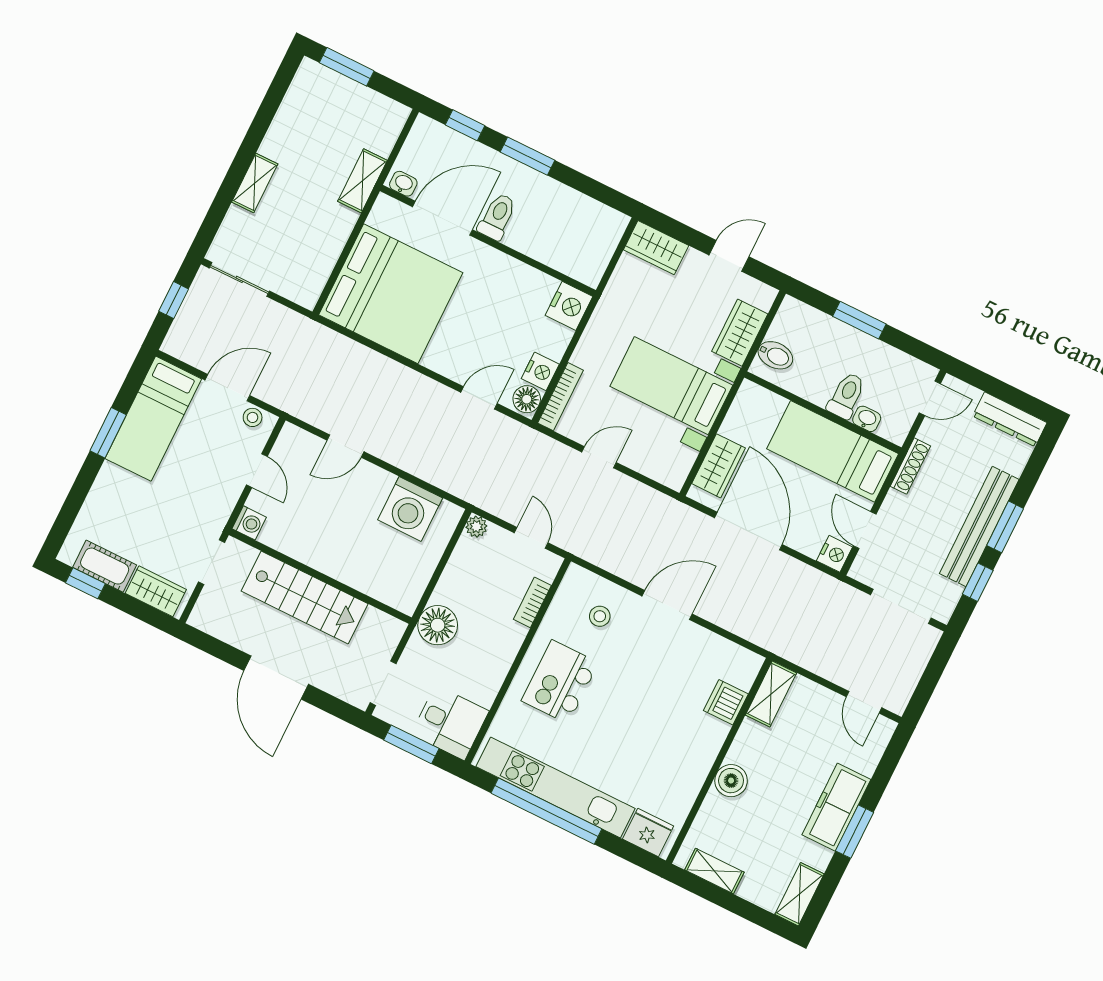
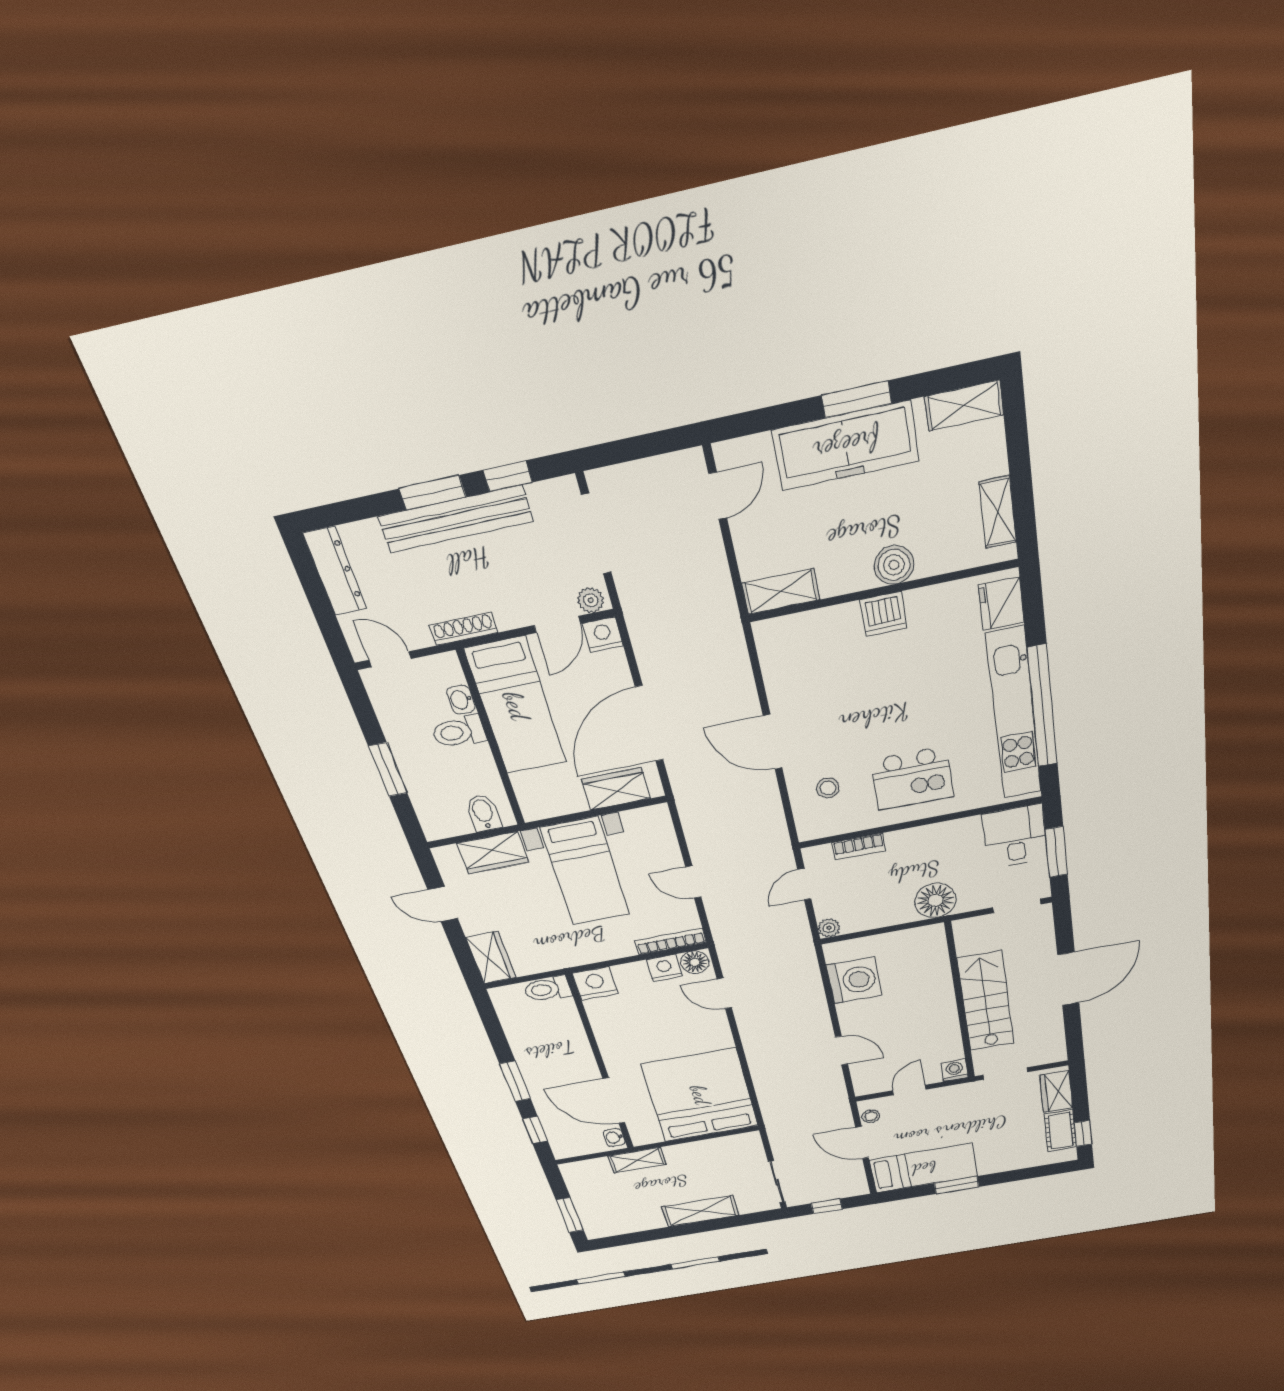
shelving: (255, 183) -> (700, 1211), width x1.50, depth x1.33
toilet: (497, 217) -> (547, 989), moved
plant: (863, 566) -> (591, 600), added
dishwasher: (726, 702) -> (883, 614), moved
freezer: (836, 807) -> (846, 446), width x1.36, depth x1.26

